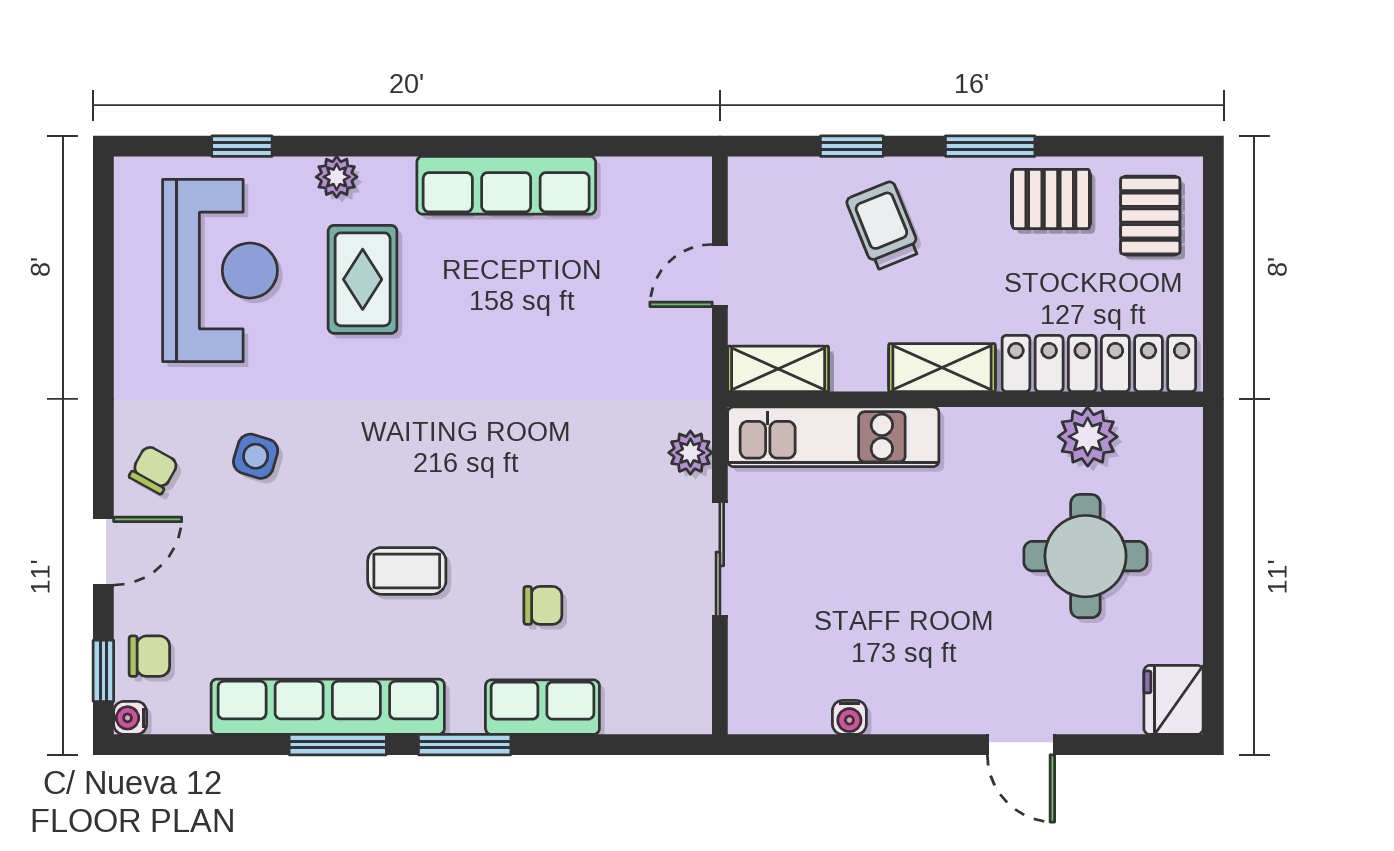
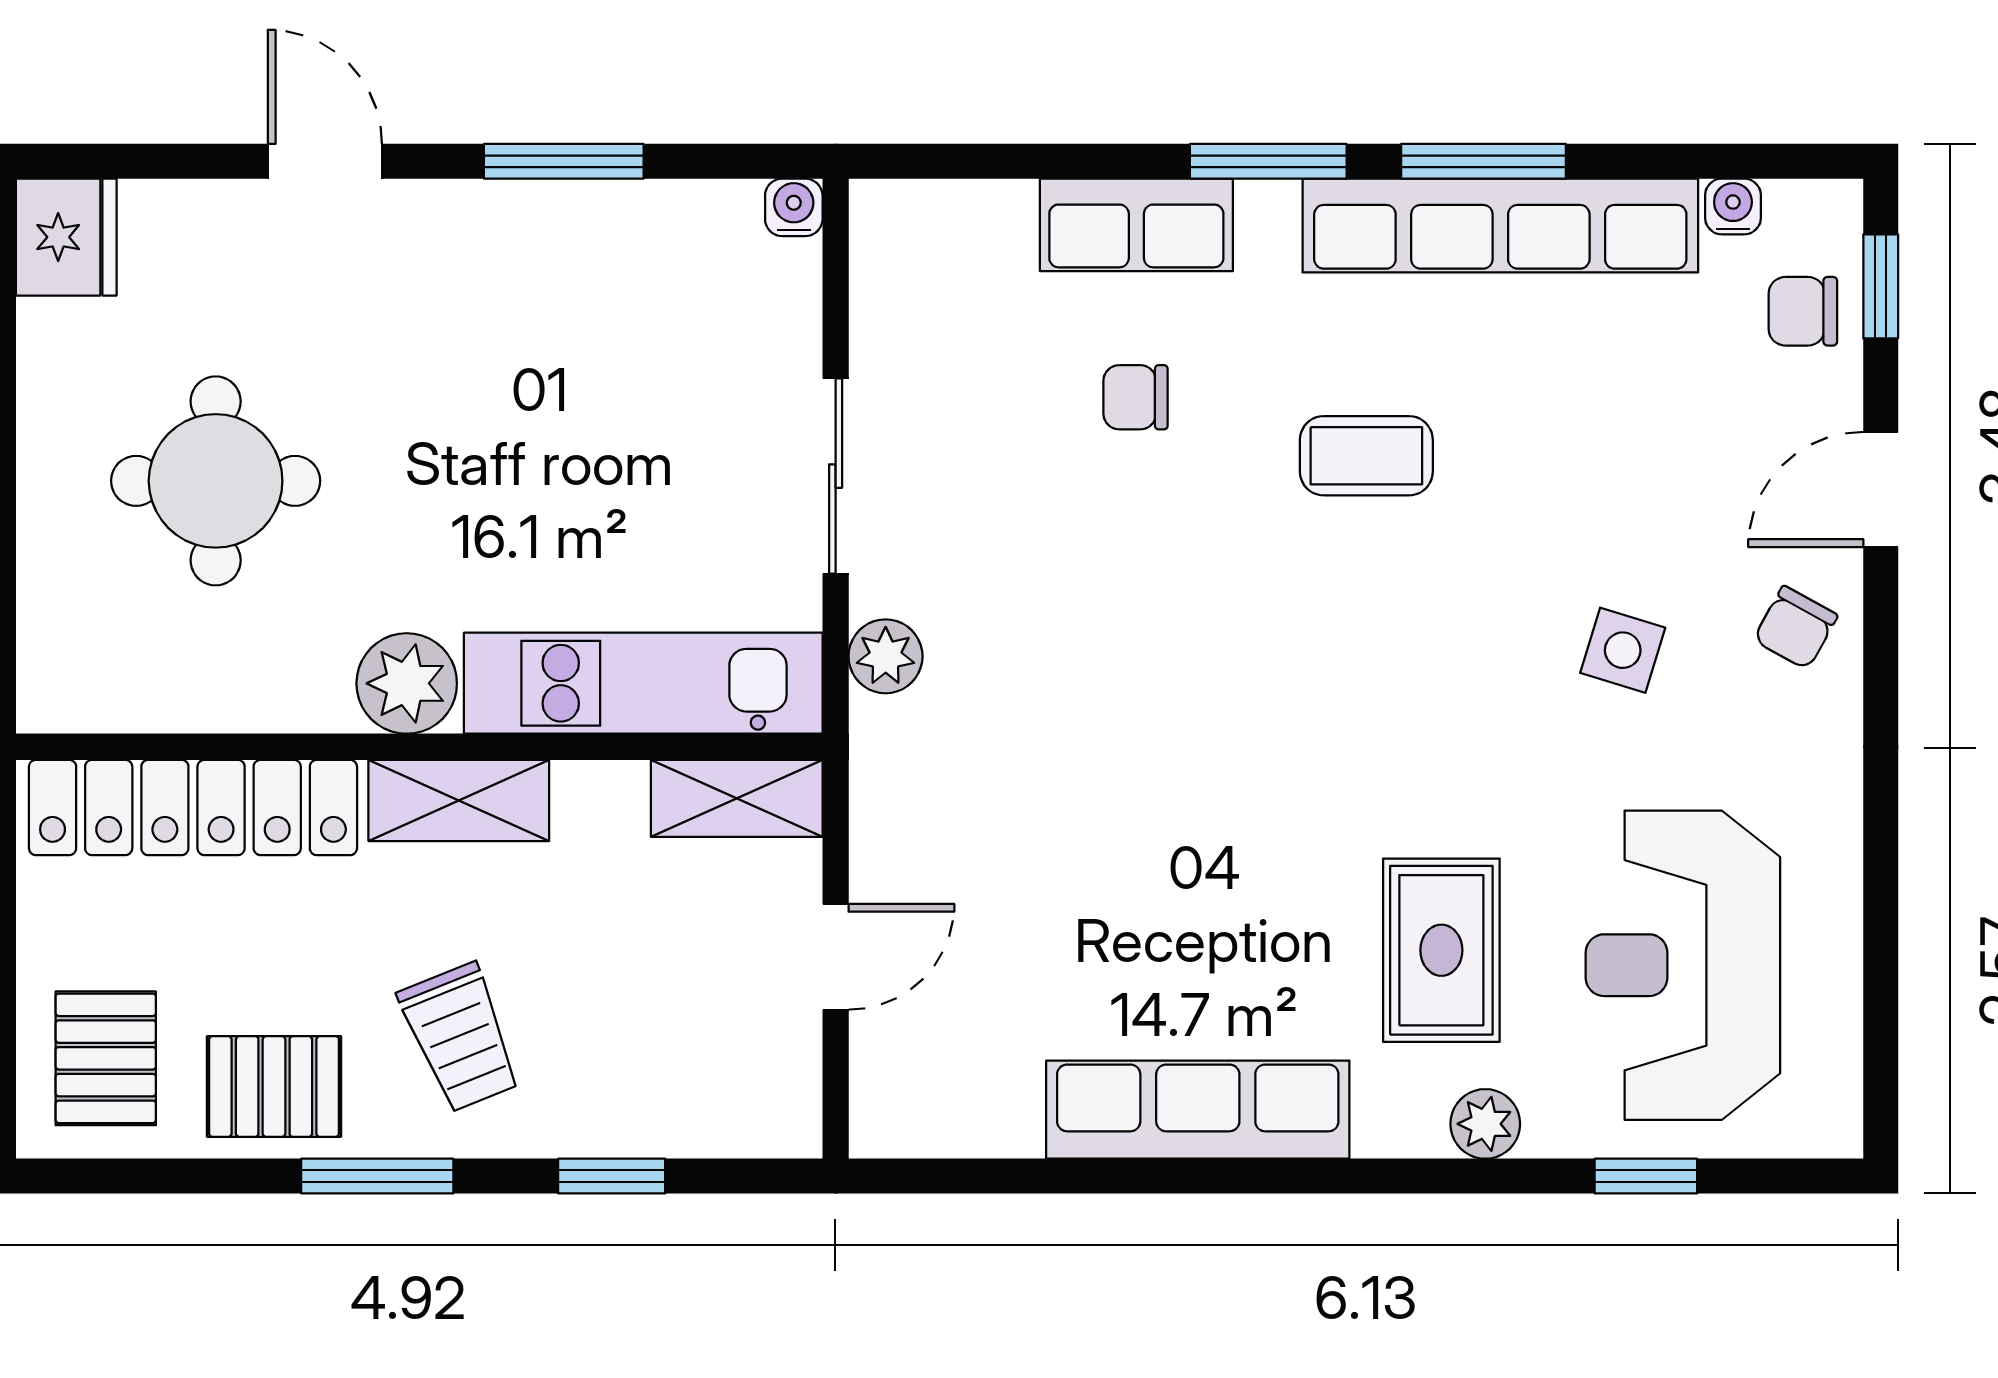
trolley: (883, 226) -> (460, 1038), moved
plant: (1088, 437) -> (407, 683), moved
water cooler: (849, 717) -> (794, 207), moved
water cooler: (130, 718) -> (1733, 207), moved, turned -90
window: (880, 745) -> (564, 161), added

